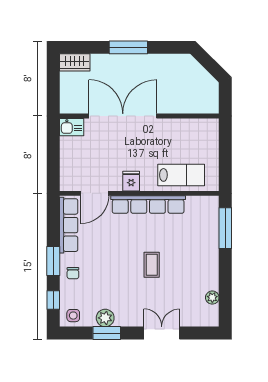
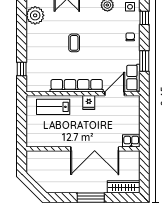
wardrobe: (75, 62) -> (124, 187), width x1.50
row of seats: (69, 225) -> (133, 78), width x0.68
window: (225, 228) -> (22, 69), width x0.46
window: (53, 261) -> (144, 61), moved
plant: (212, 298) -> (35, 15), width x1.87, depth x1.87

